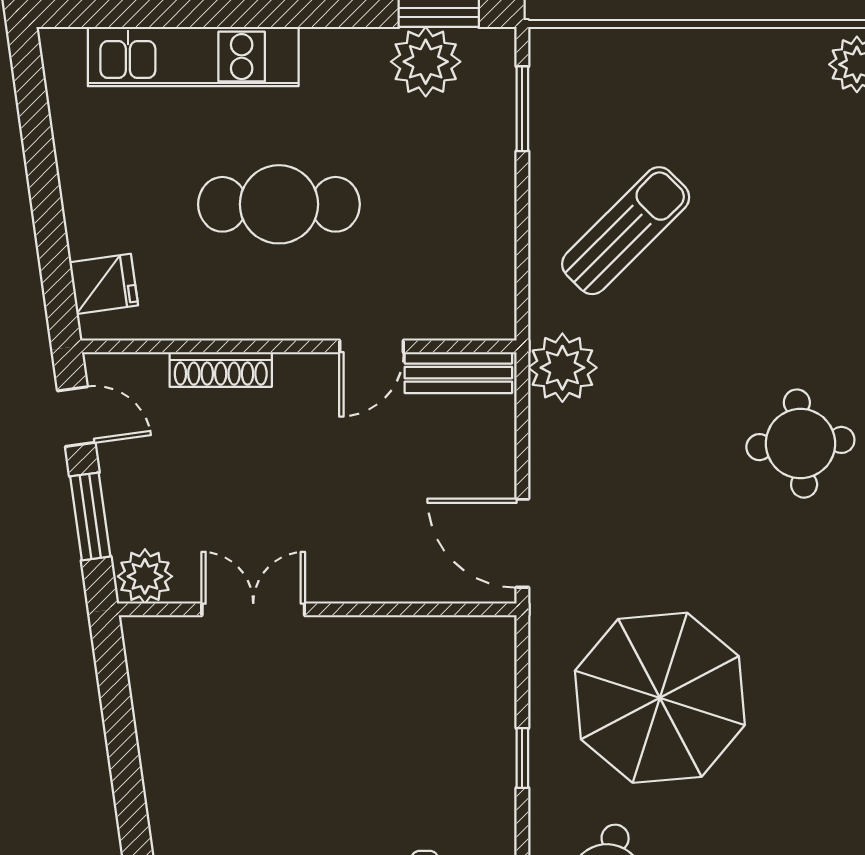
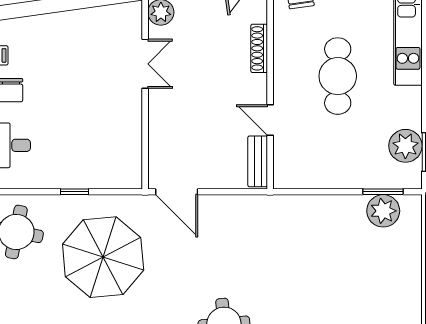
sun lounger: (626, 231) -> (325, 241), removed
plant: (562, 368) -> (383, 211), moved
door: (522, 543) -> (177, 192), swing flipped

